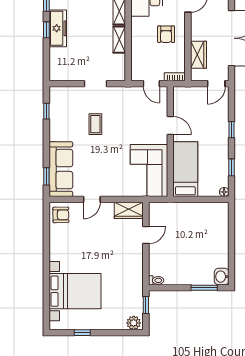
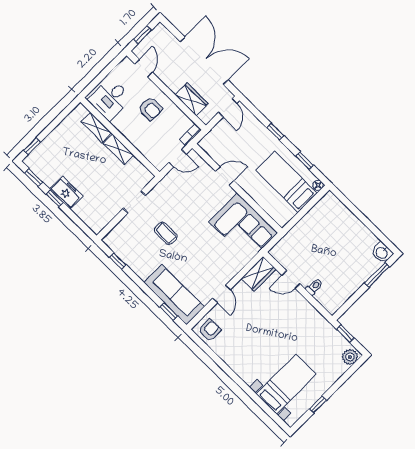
freezer: (58, 28) -> (66, 192), width x0.71
bed: (185, 169) -> (286, 182), moved
door: (146, 235) -> (291, 280), swing flipped
toilet: (156, 280) -> (314, 287), moved
bed with nightstands: (75, 291) -> (286, 384), width x0.73

